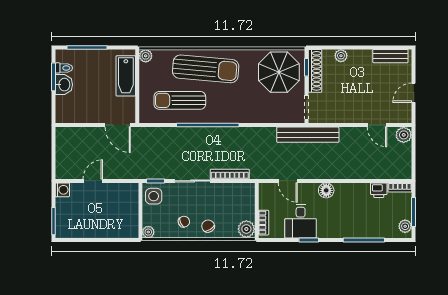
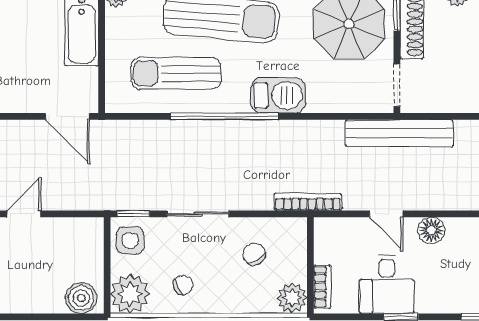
barbecue: (238, 113) -> (278, 95), added
bookcase: (230, 174) -> (308, 202), moved
door: (288, 181) -> (386, 214), moved
chair: (208, 226) -> (254, 254), moved
boiler: (126, 229) -> (81, 298), added
plant: (148, 232) -> (130, 294), width x1.87, depth x1.87

